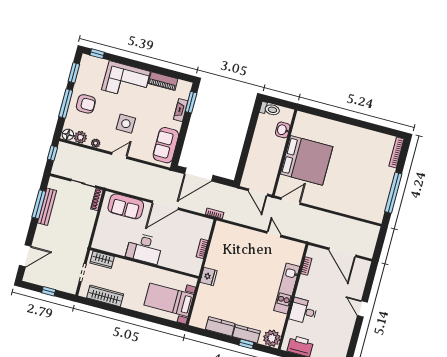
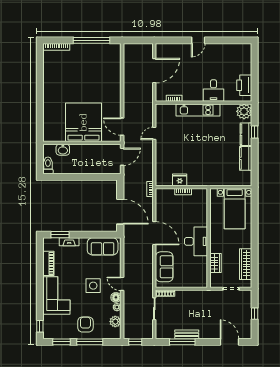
floor lamp: (68, 135) -> (116, 297), moved
bench: (47, 207) -> (187, 334), width x0.73
wardrobe: (102, 260) -> (215, 263), moved
fridge: (209, 276) -> (180, 180), moved

